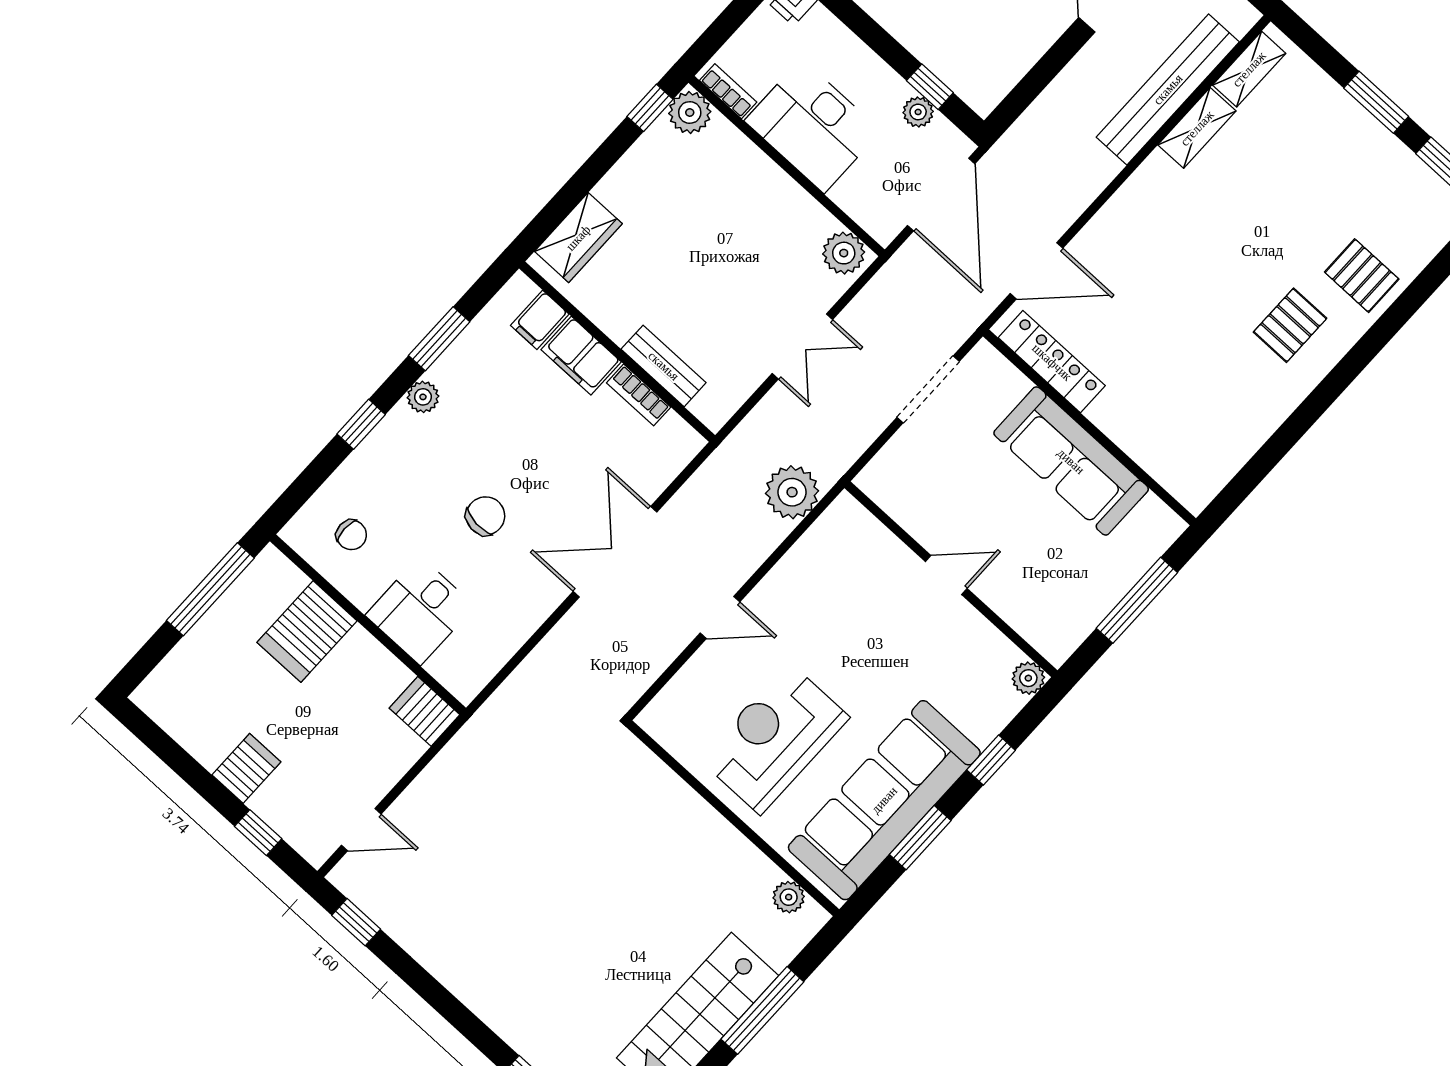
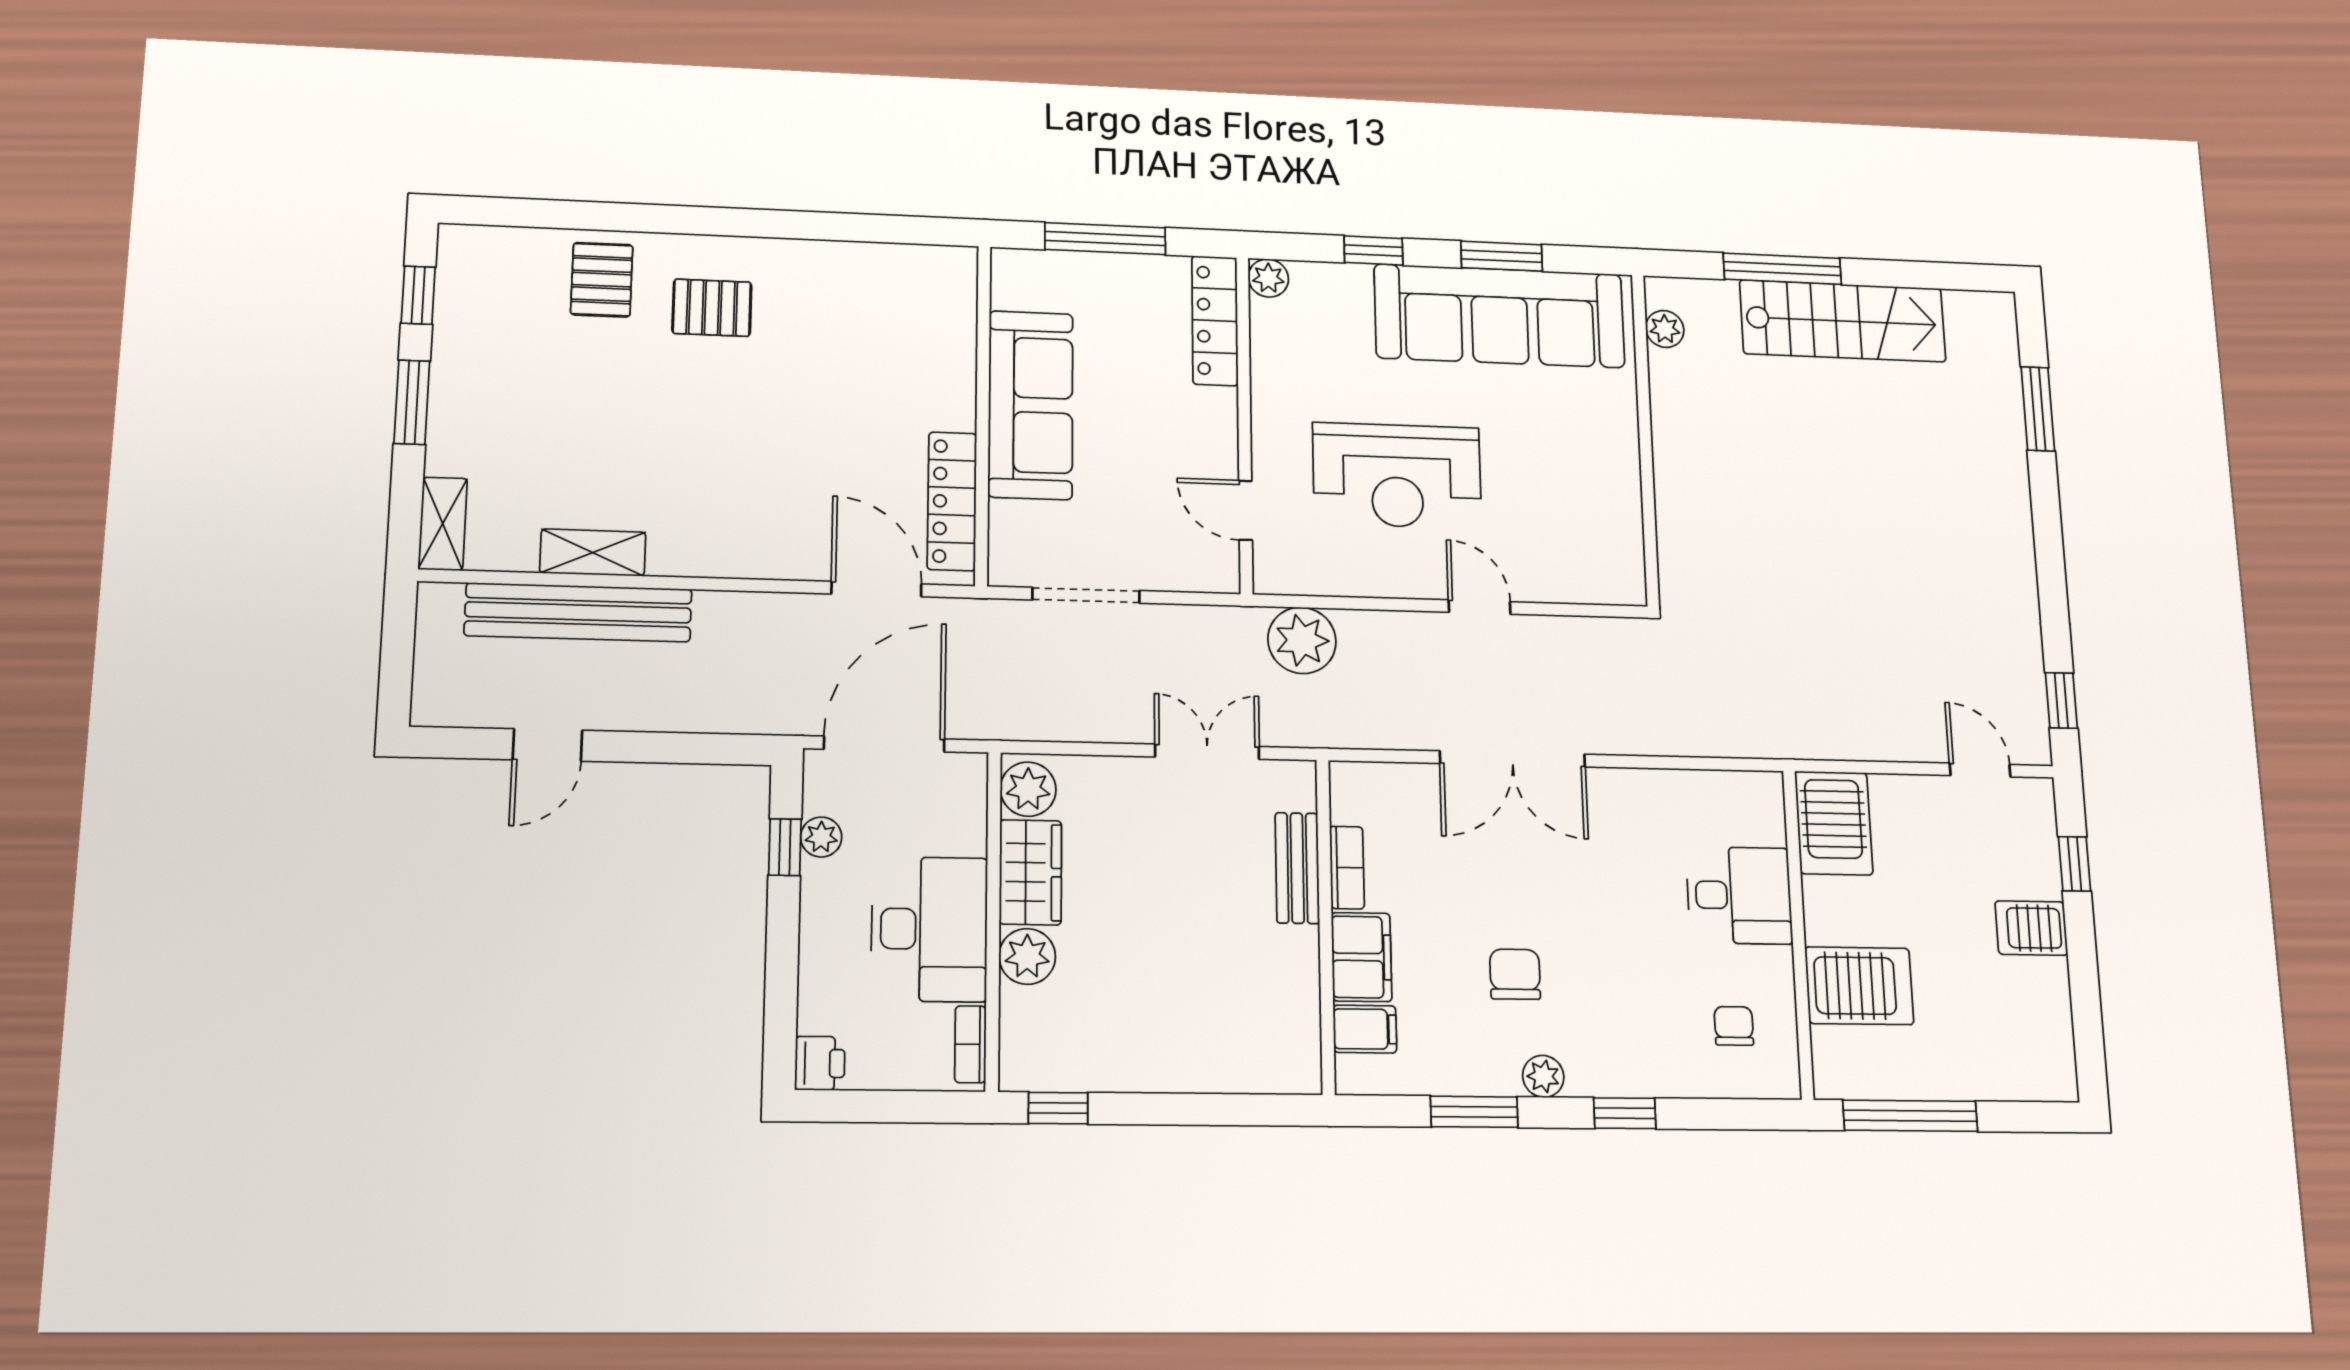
shelving: (1249, 69) -> (443, 524), moved, turned 90
plant: (690, 112) -> (1027, 956), moved
wardrobe: (578, 238) -> (1031, 872), moved, turned 90
double door: (802, 346) -> (1207, 752), moved
chair: (485, 516) -> (1515, 974), moved, turned 85
door: (946, 575) -> (1246, 510), moved
locker: (1029, 620) -> (1215, 321), added
server rack: (425, 711) -> (1834, 823), width x1.36, depth x1.44
reception desk: (774, 738) -> (1397, 476), moved

